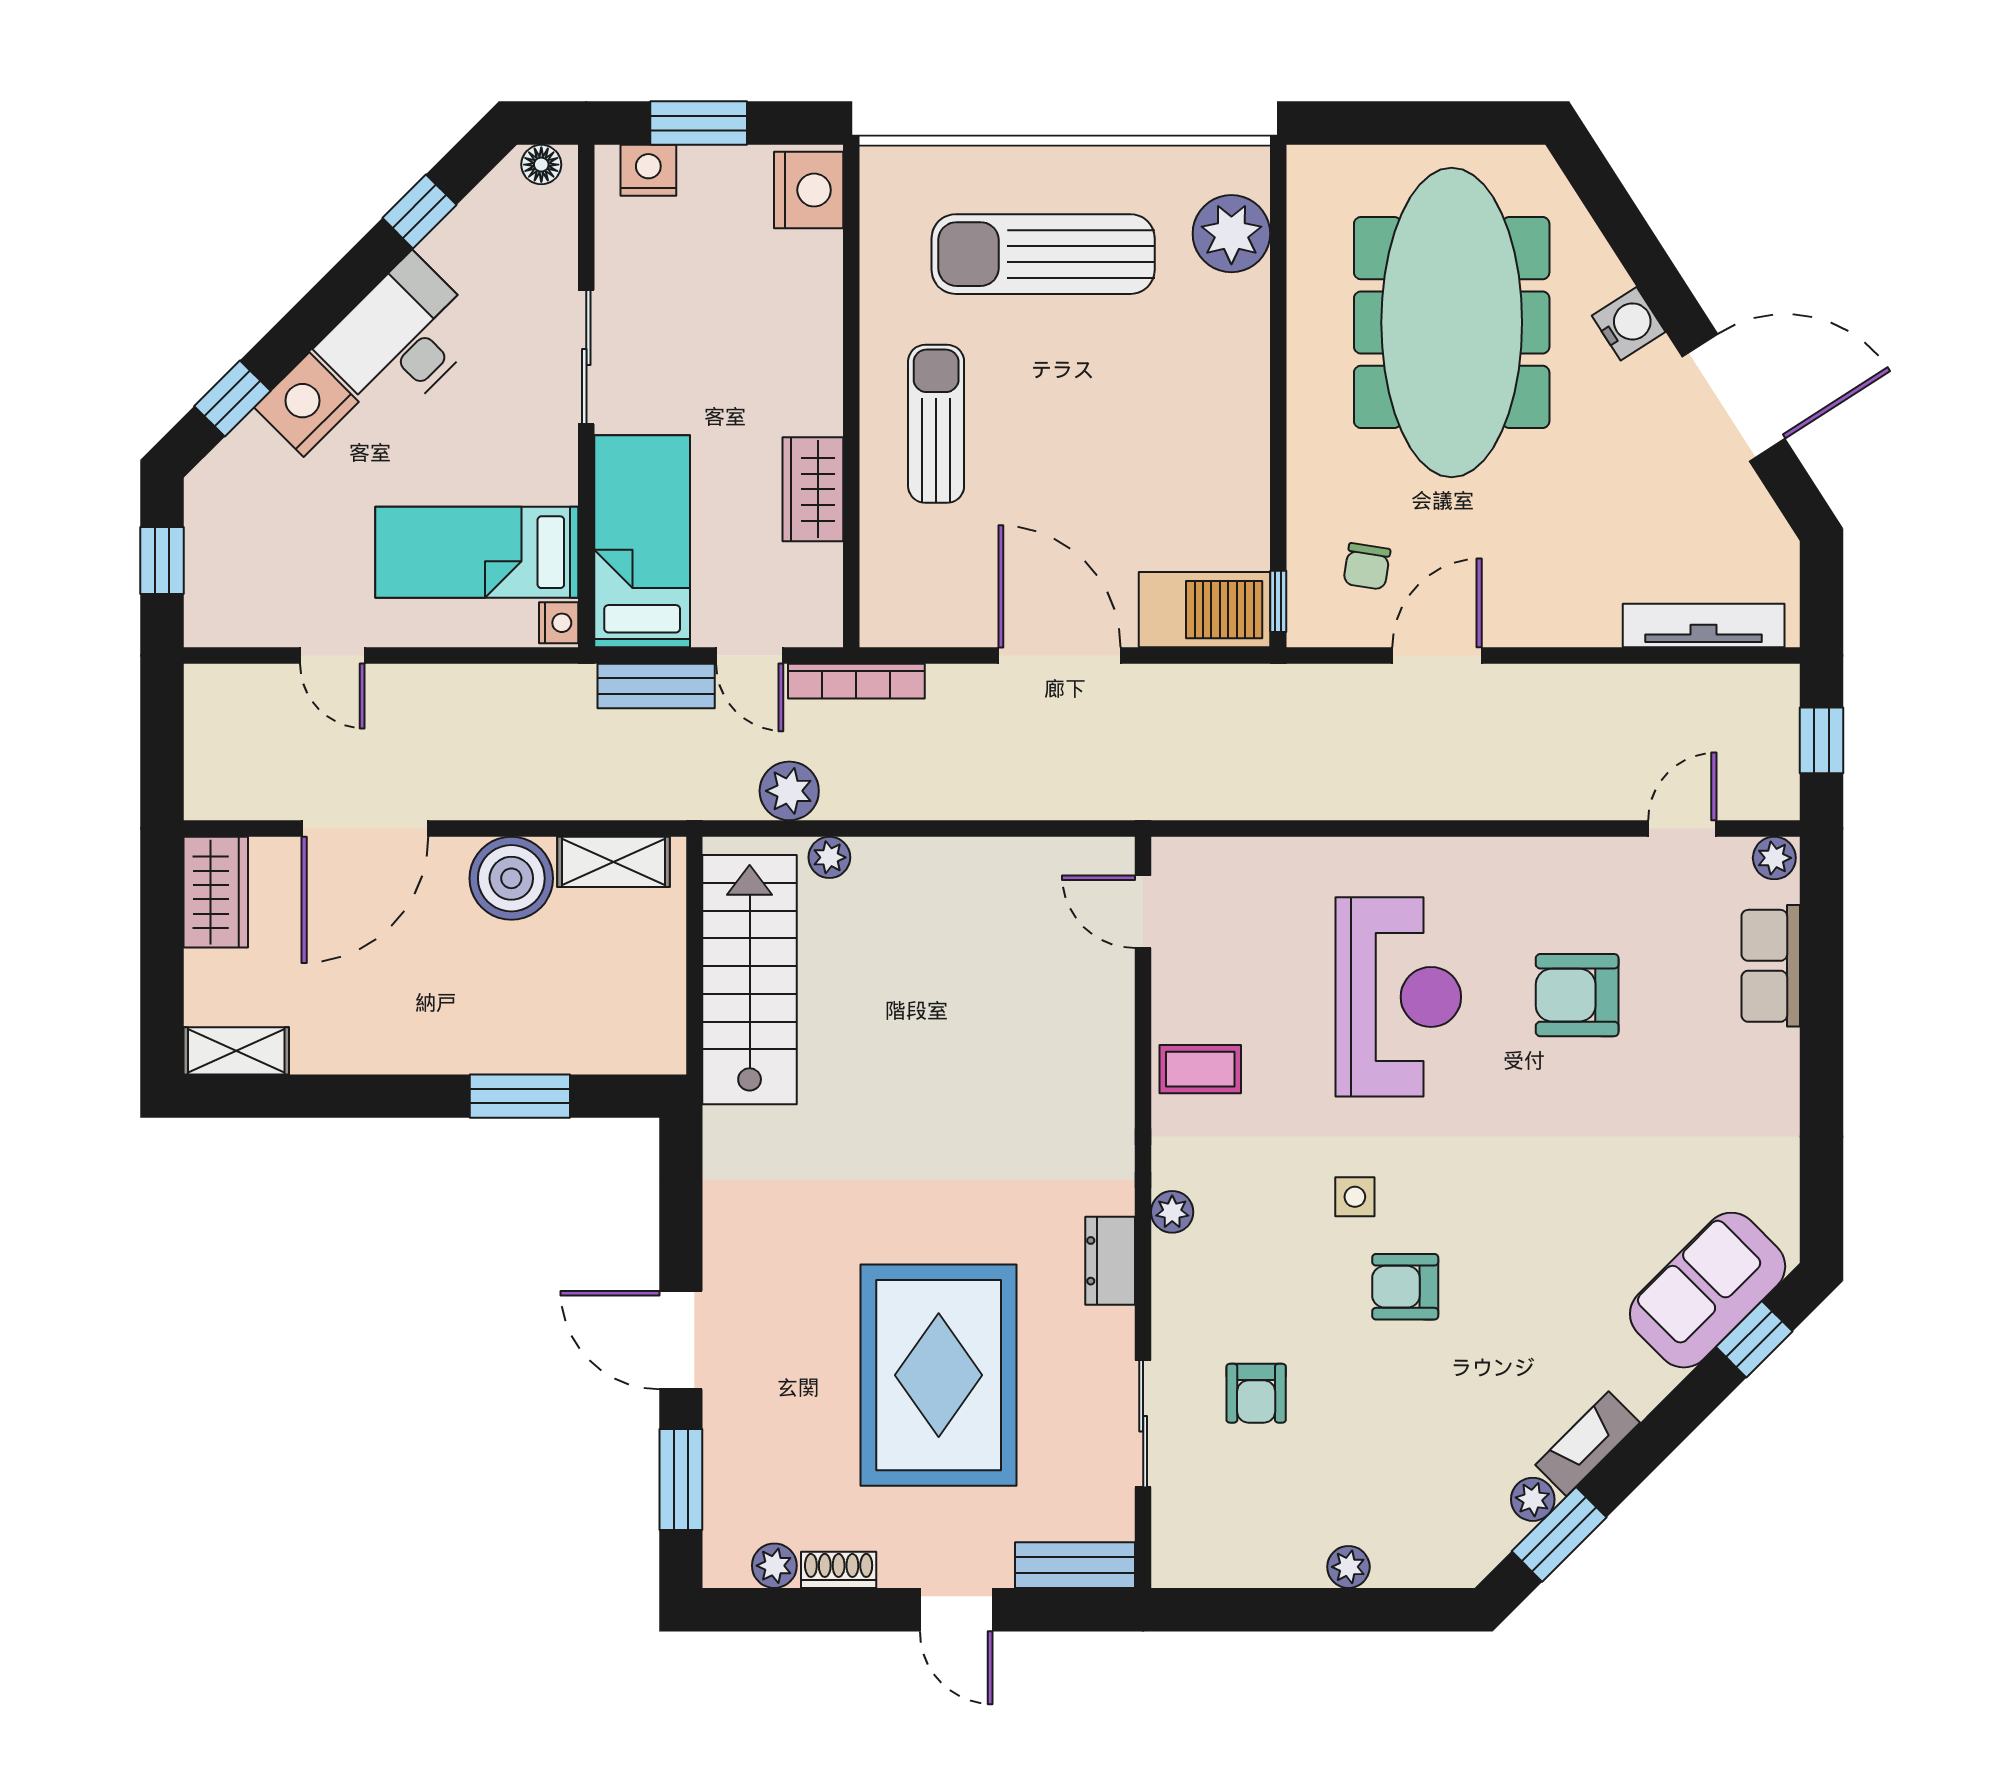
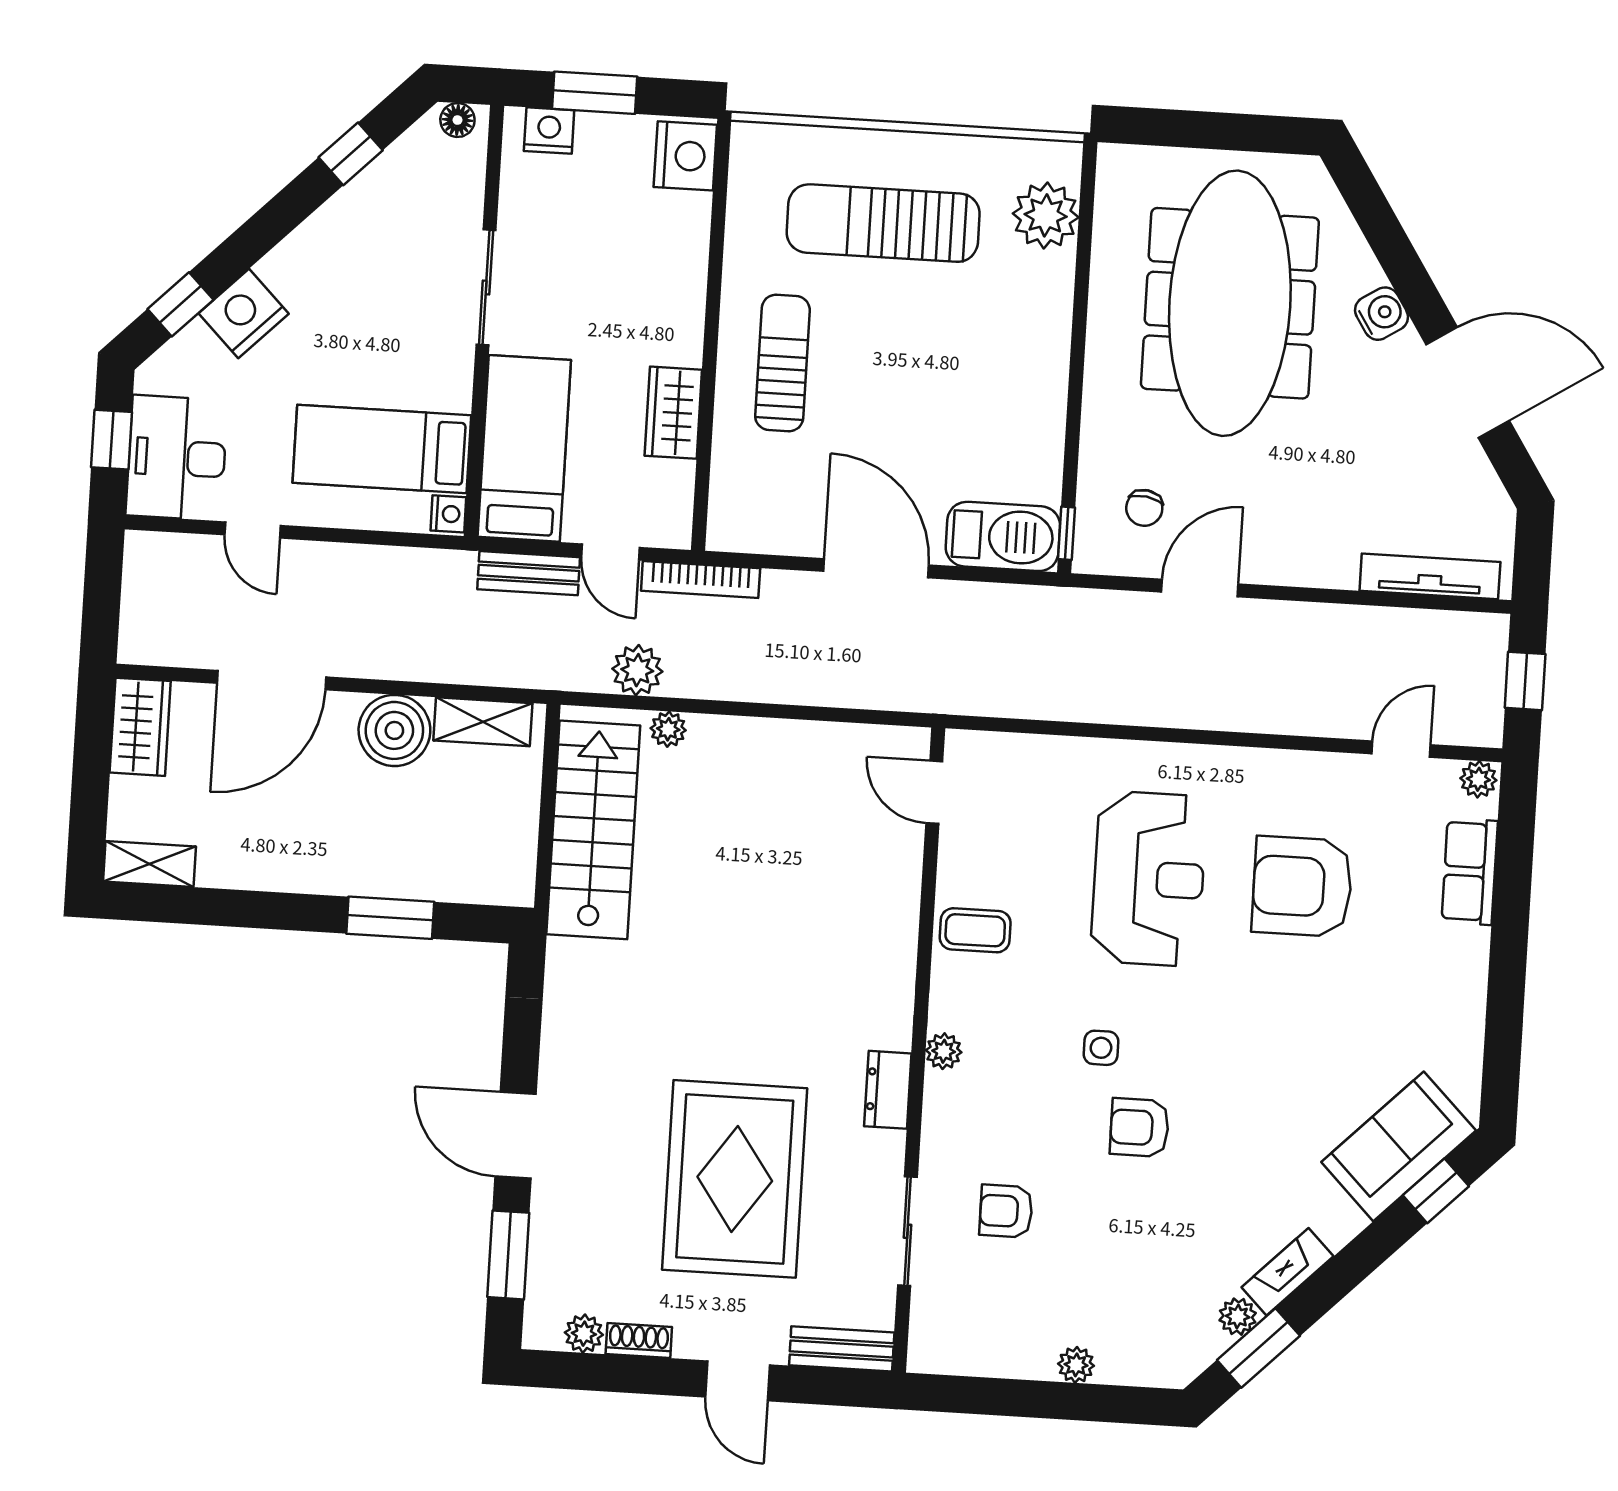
desk: (401, 338) -> (177, 458), moved, turned -45
armchair: (1577, 995) -> (1302, 887), width x1.36, depth x1.36
armchair: (1256, 1393) -> (1006, 1211), turned 90

